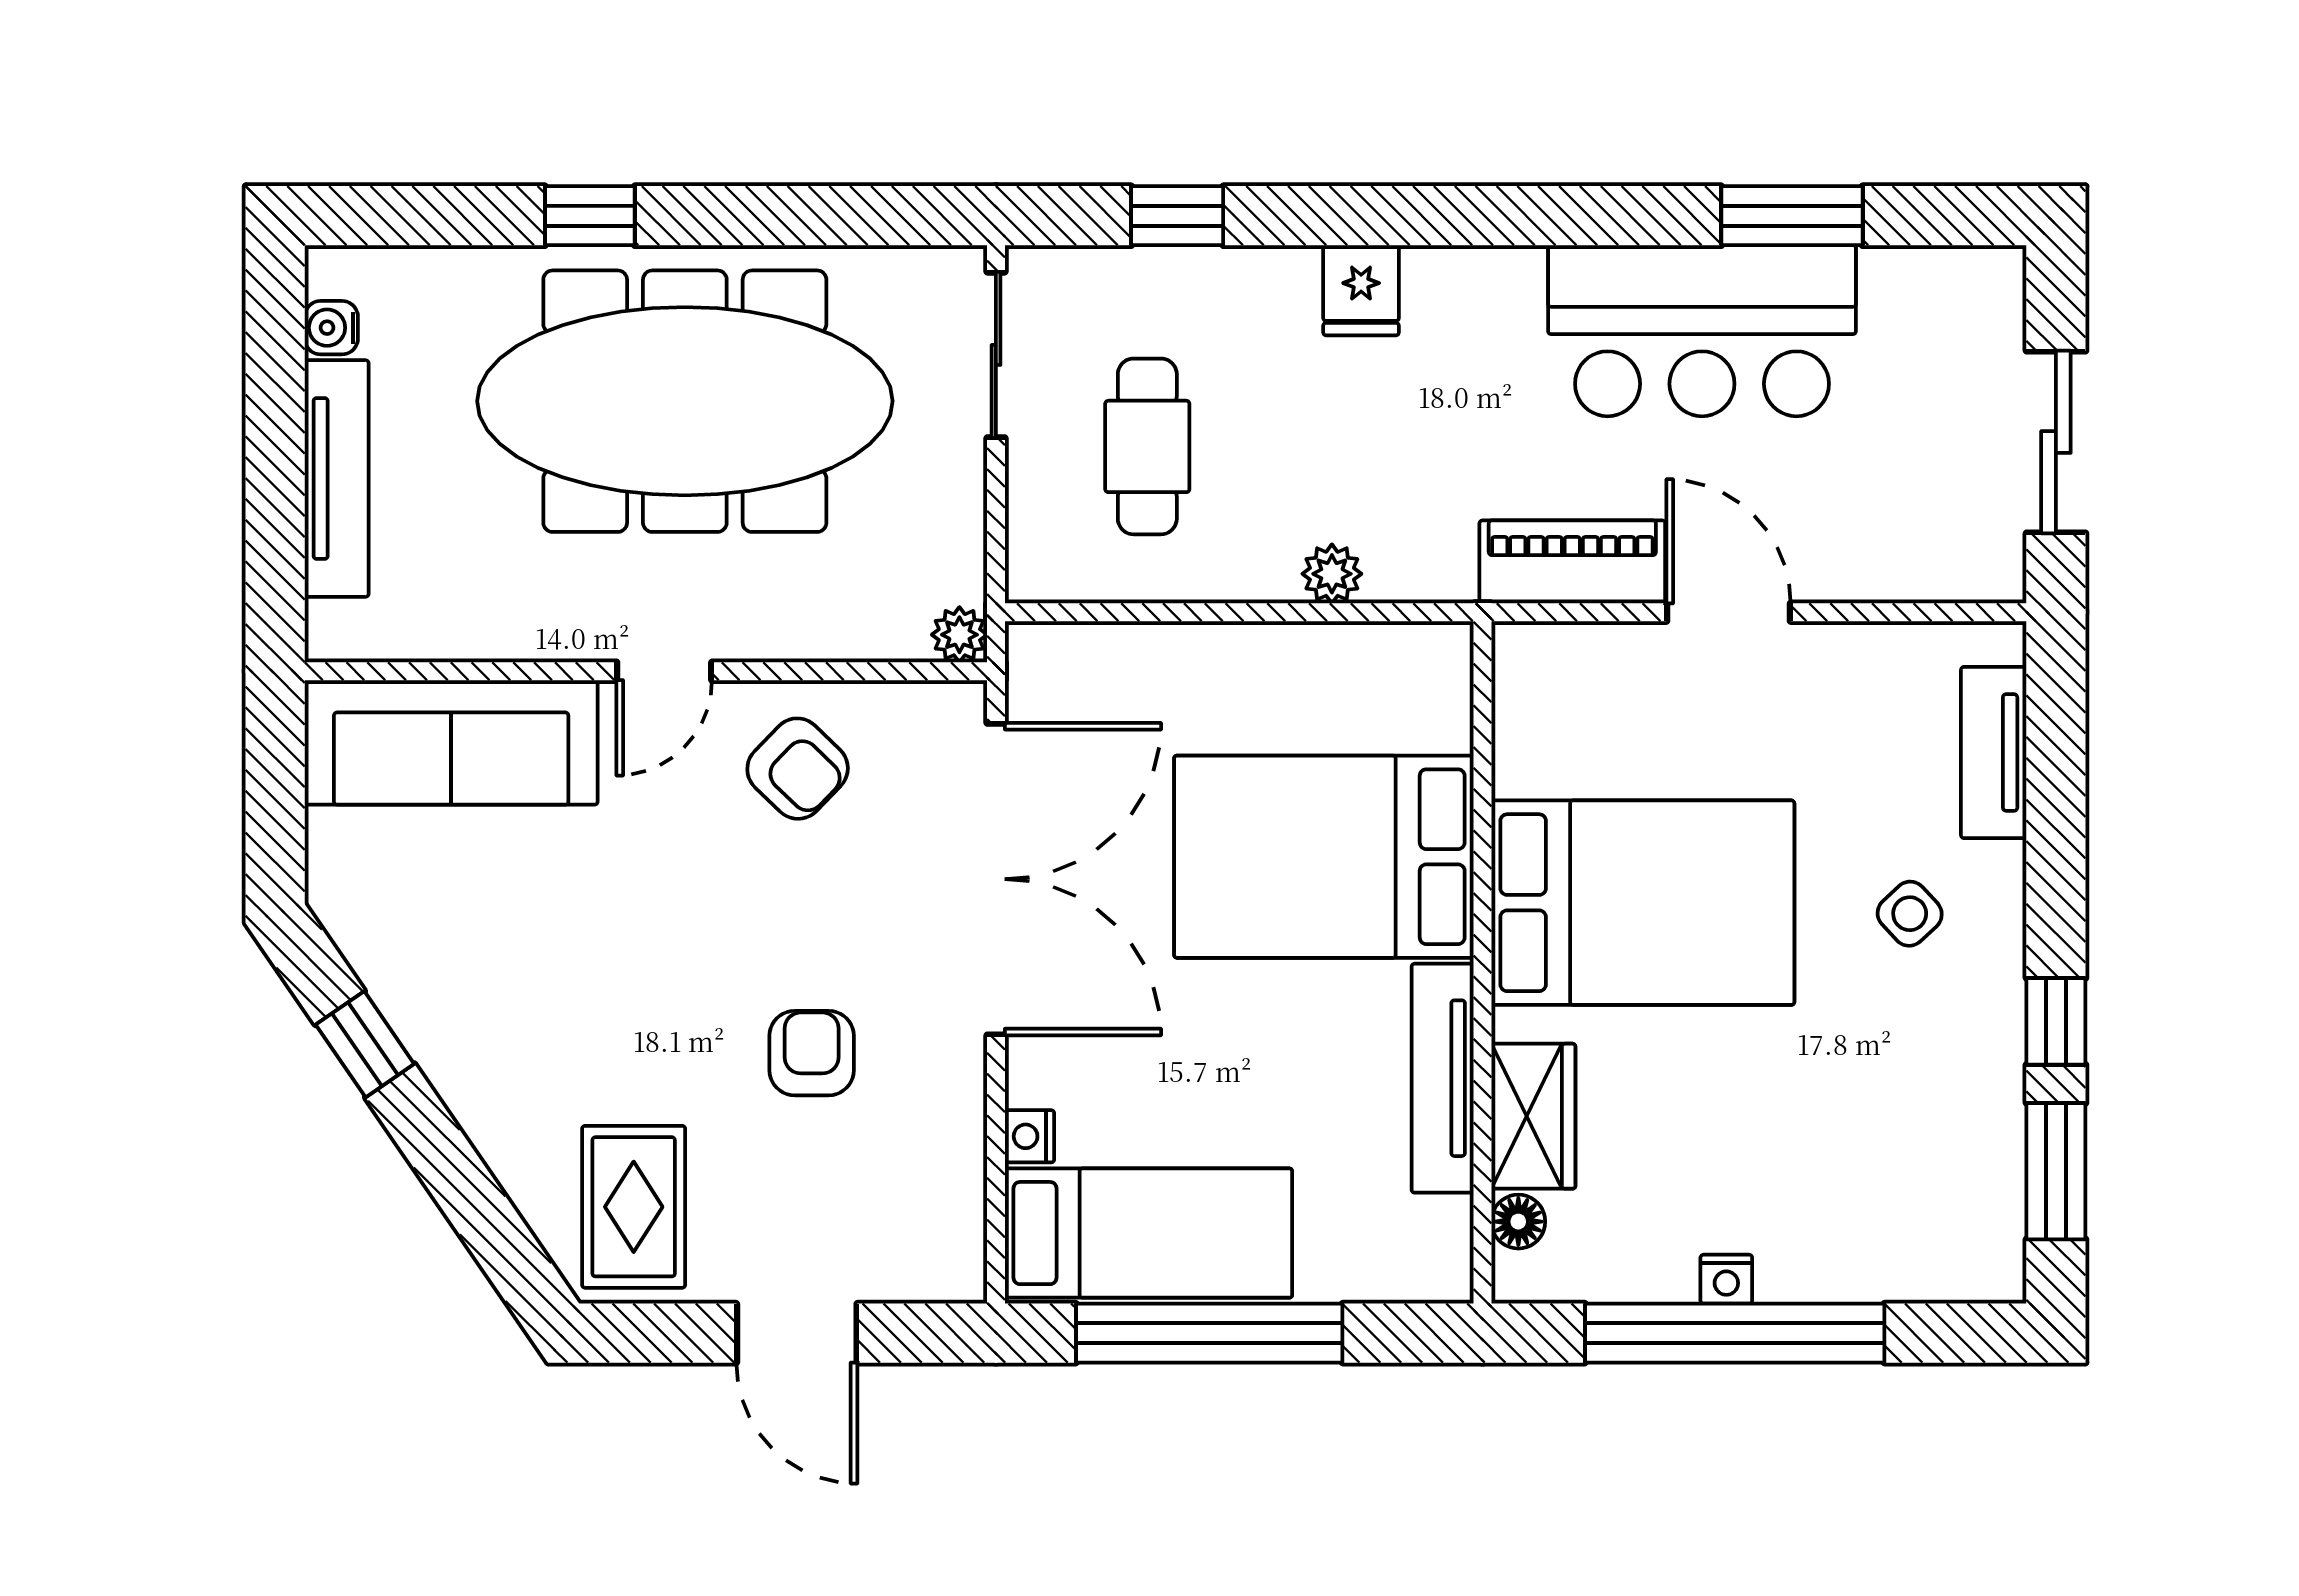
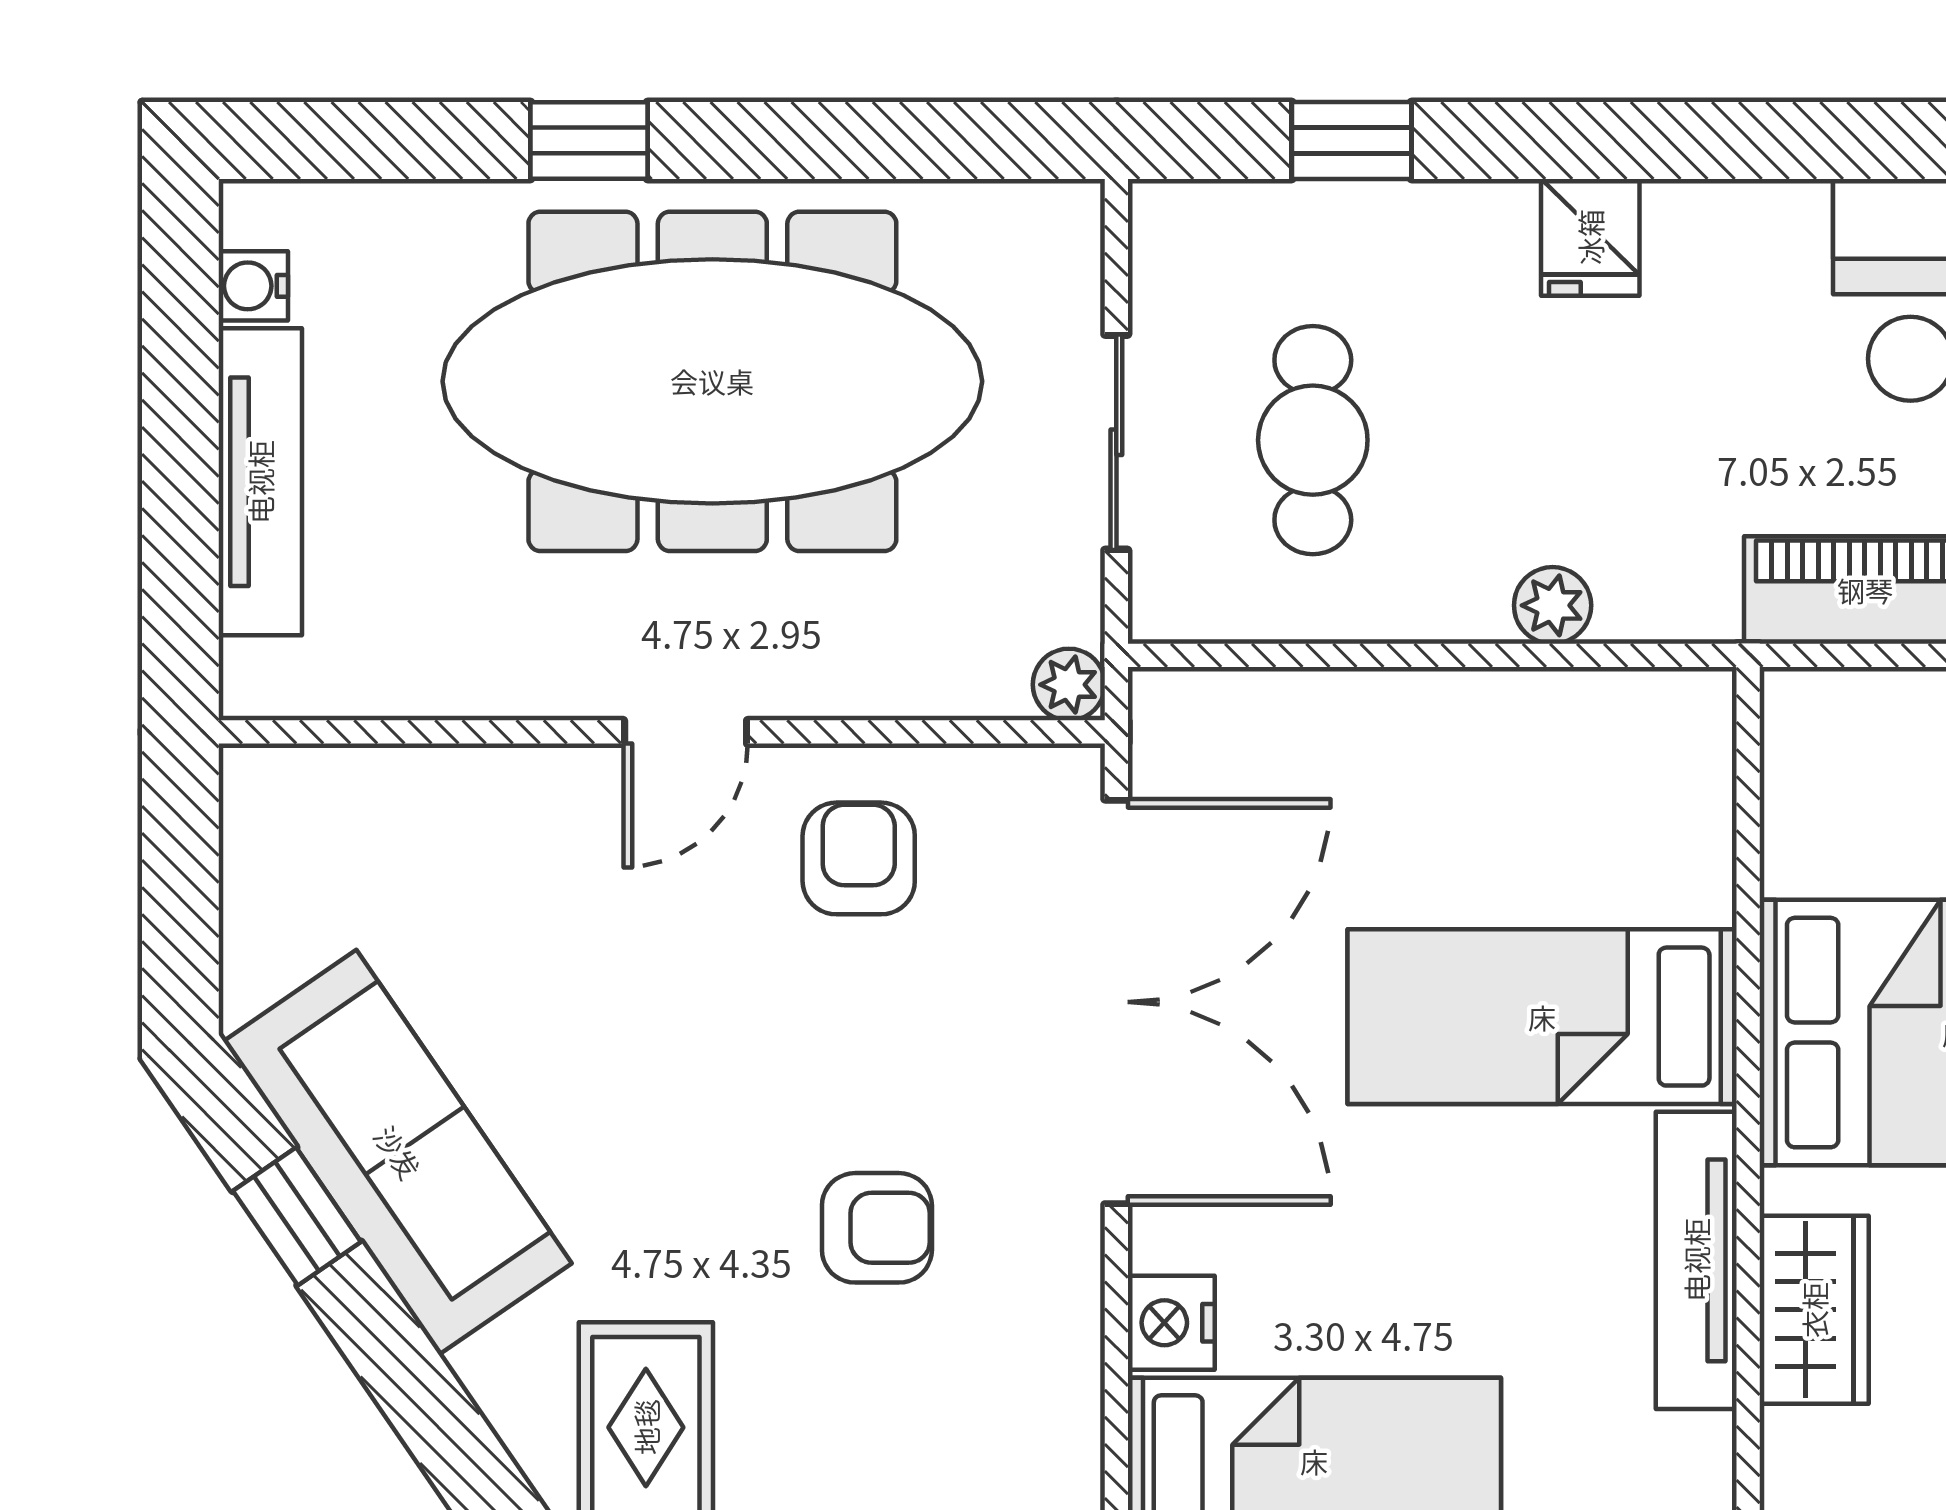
sliding door: (996, 355) -> (1116, 442), moved
sofa: (451, 742) -> (398, 1152), moved, turned -125
armchair: (798, 769) -> (859, 858), turned -134
bed: (1324, 857) -> (1542, 1017), width x0.67
armchair: (812, 1053) -> (877, 1228), turned 90
nightstand: (1030, 1136) -> (1171, 1323), width x1.39, depth x1.35
floor lamp: (1518, 1222) -> (1795, 1447), removed

